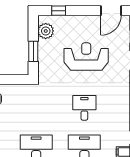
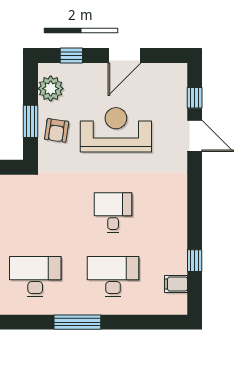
door: (111, 11) -> (124, 55), moved
armchair: (49, 57) -> (57, 130), added

